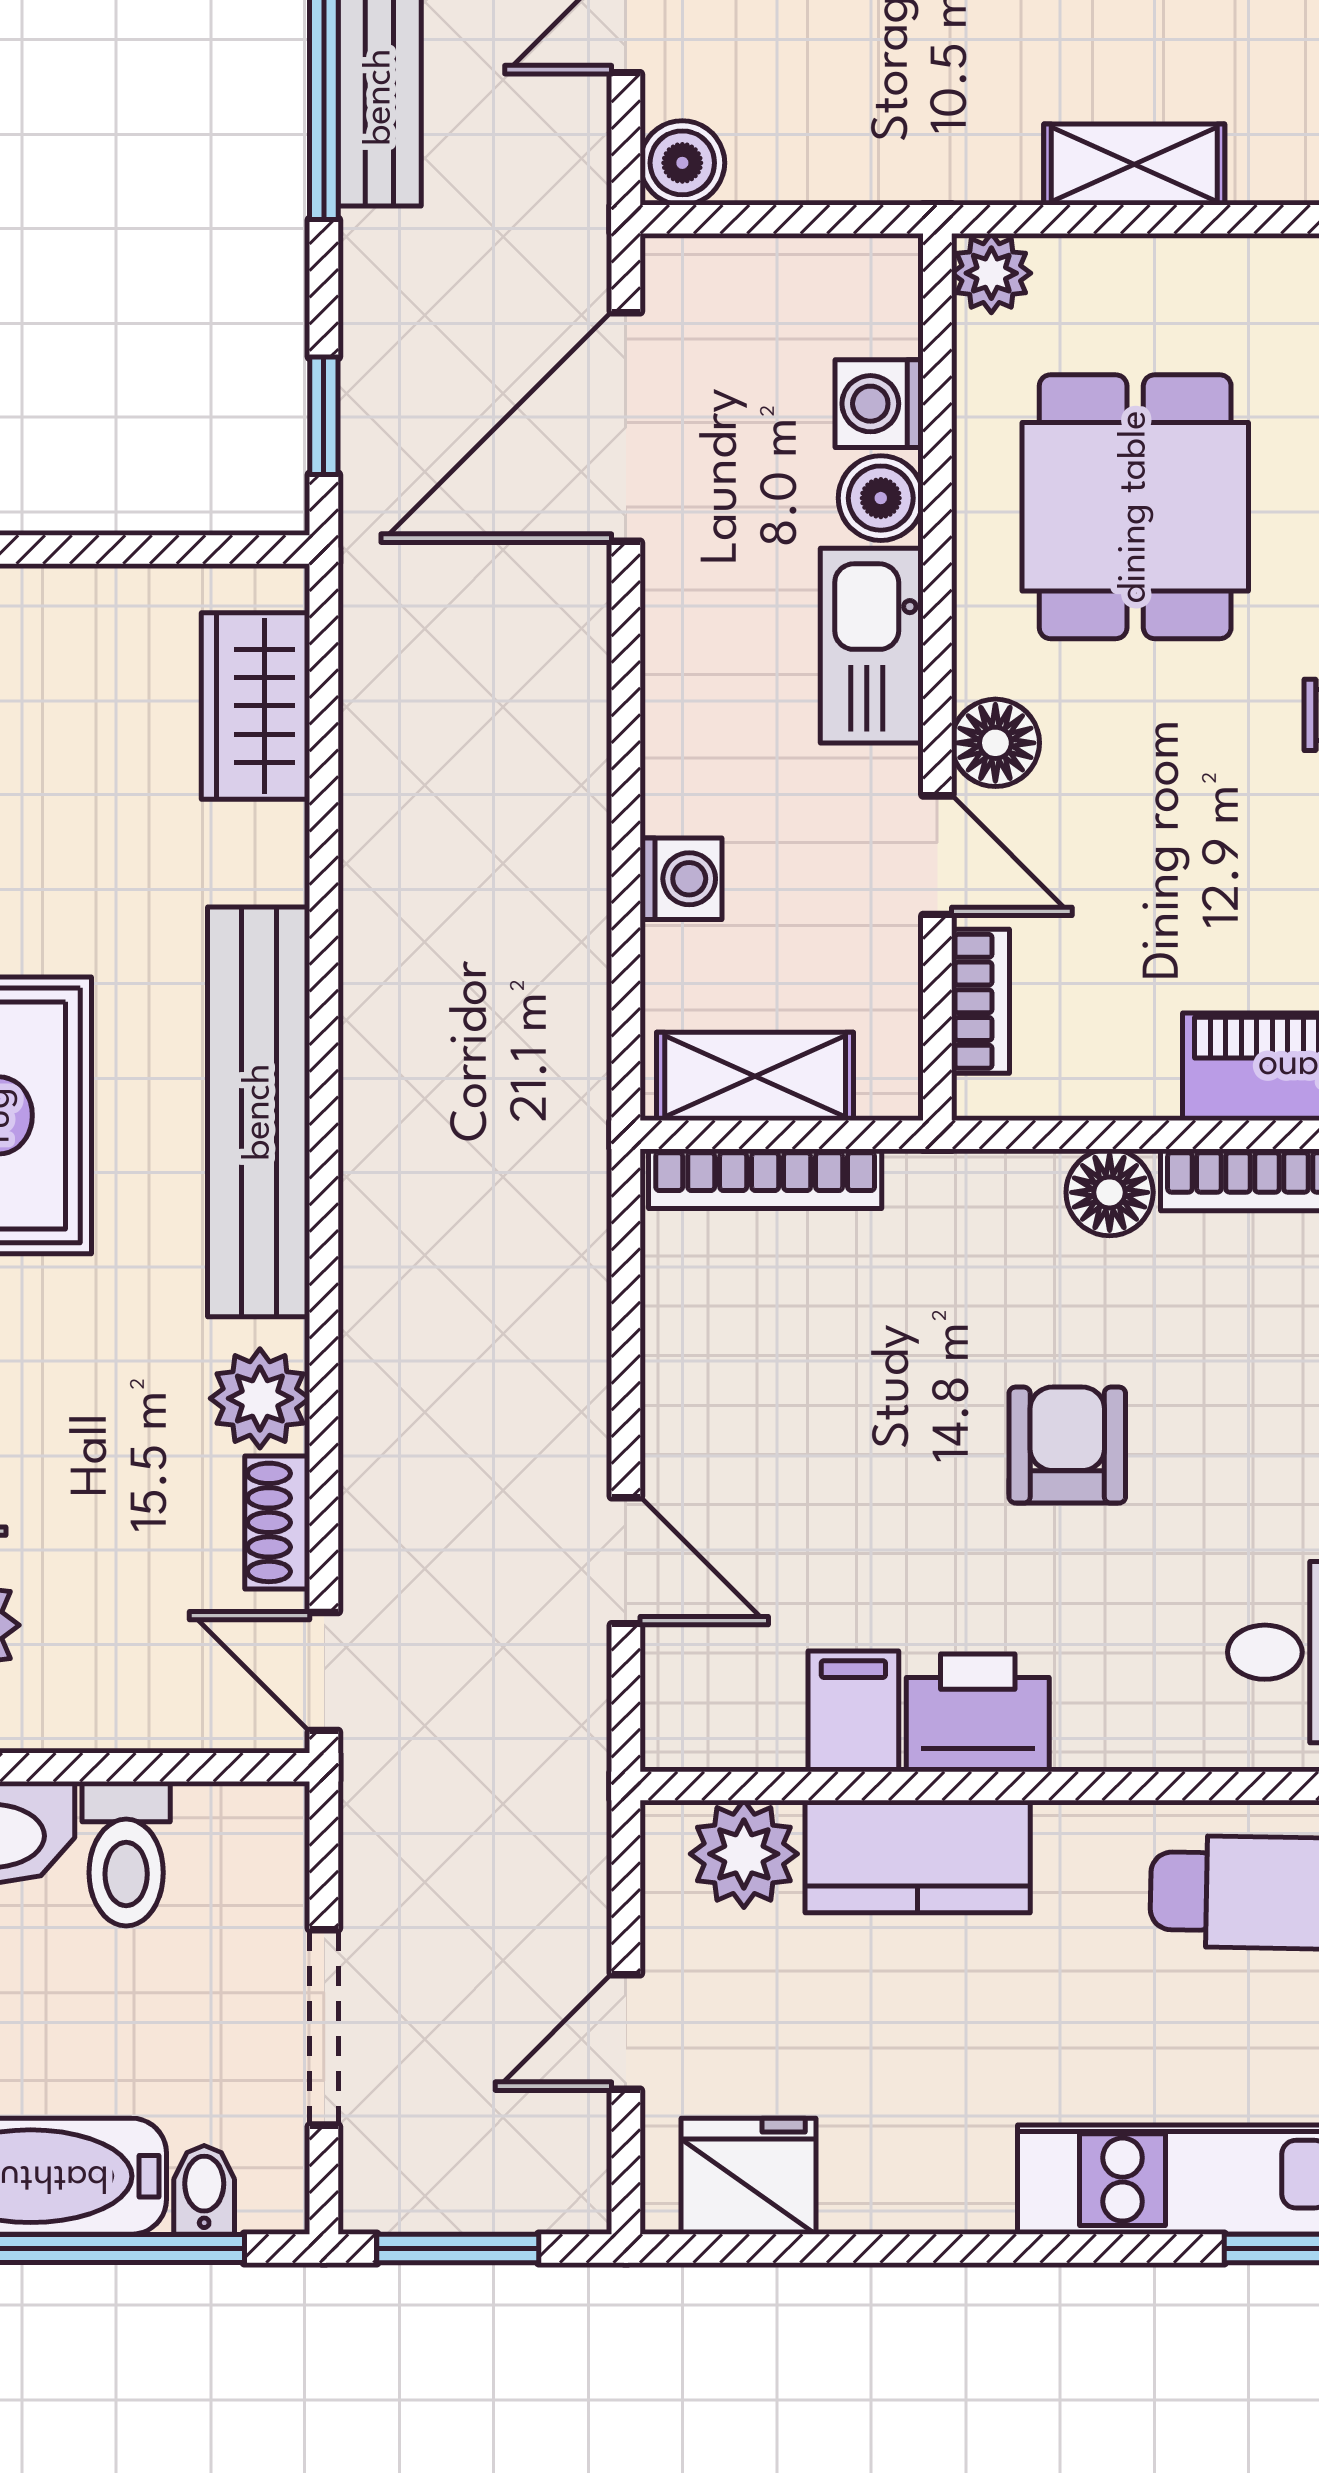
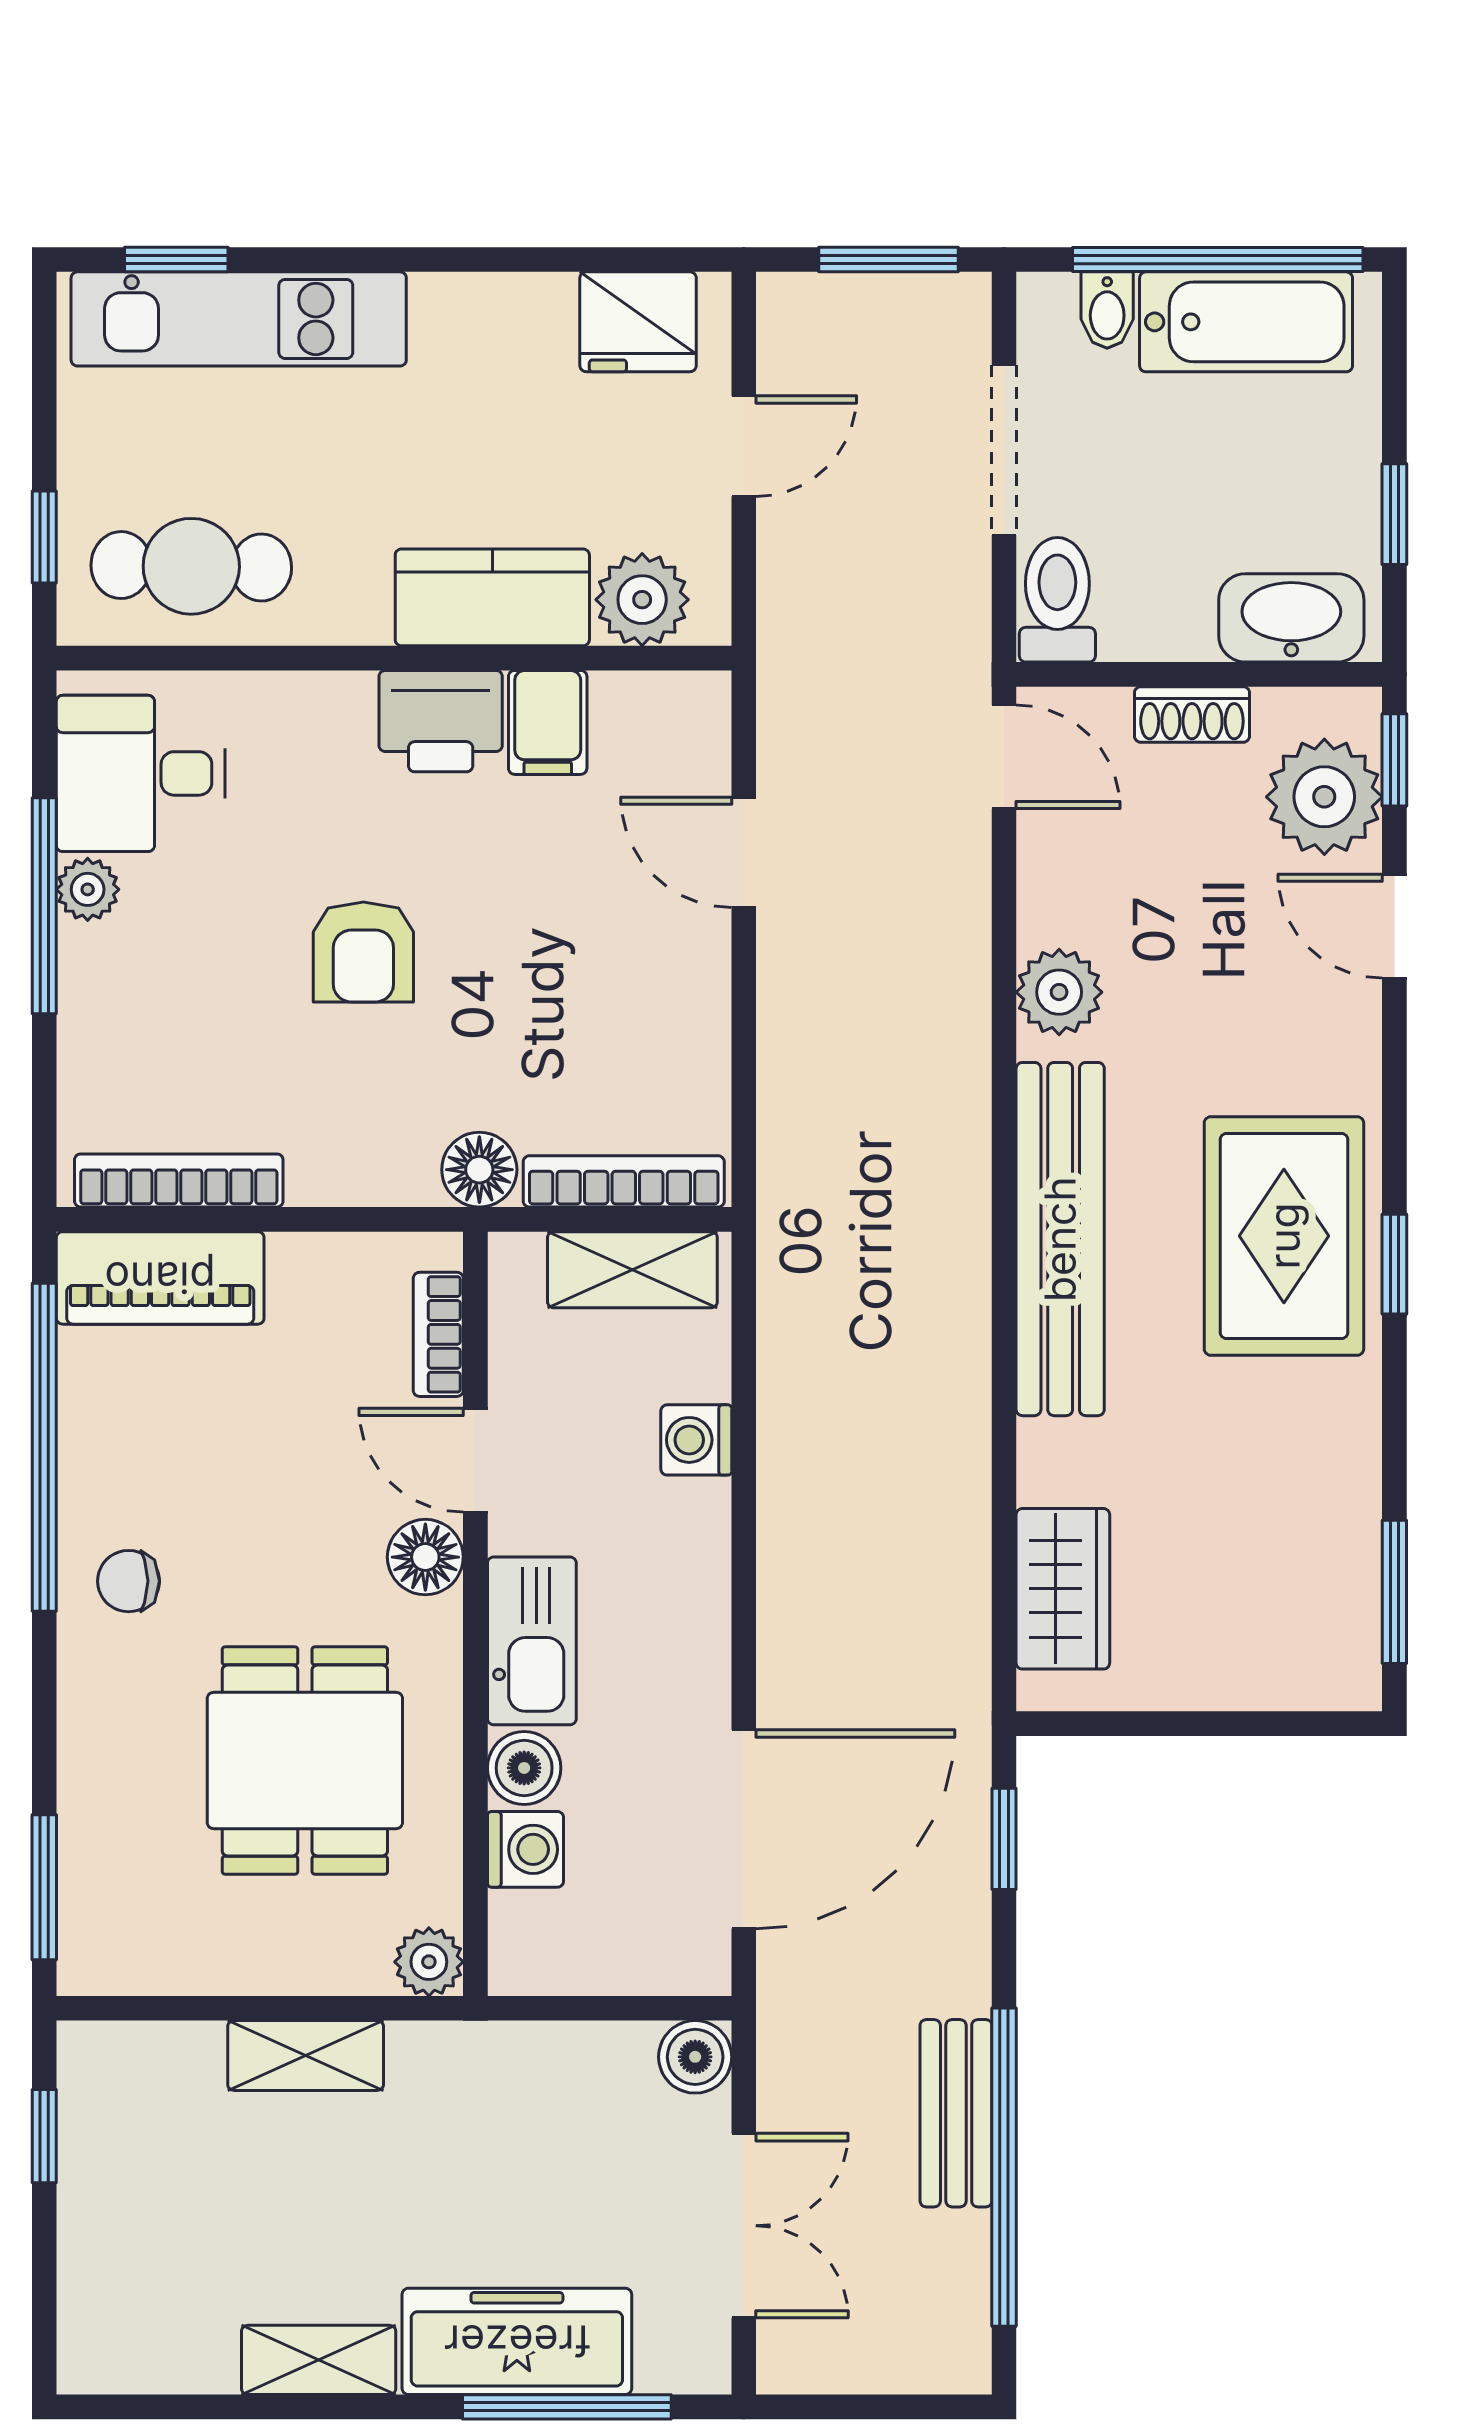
floor lamp: (1110, 1192) -> (479, 1170), moved
shoe rack: (277, 1522) -> (1192, 714), moved, turned 90
toilet: (126, 1854) -> (1057, 600), moved

